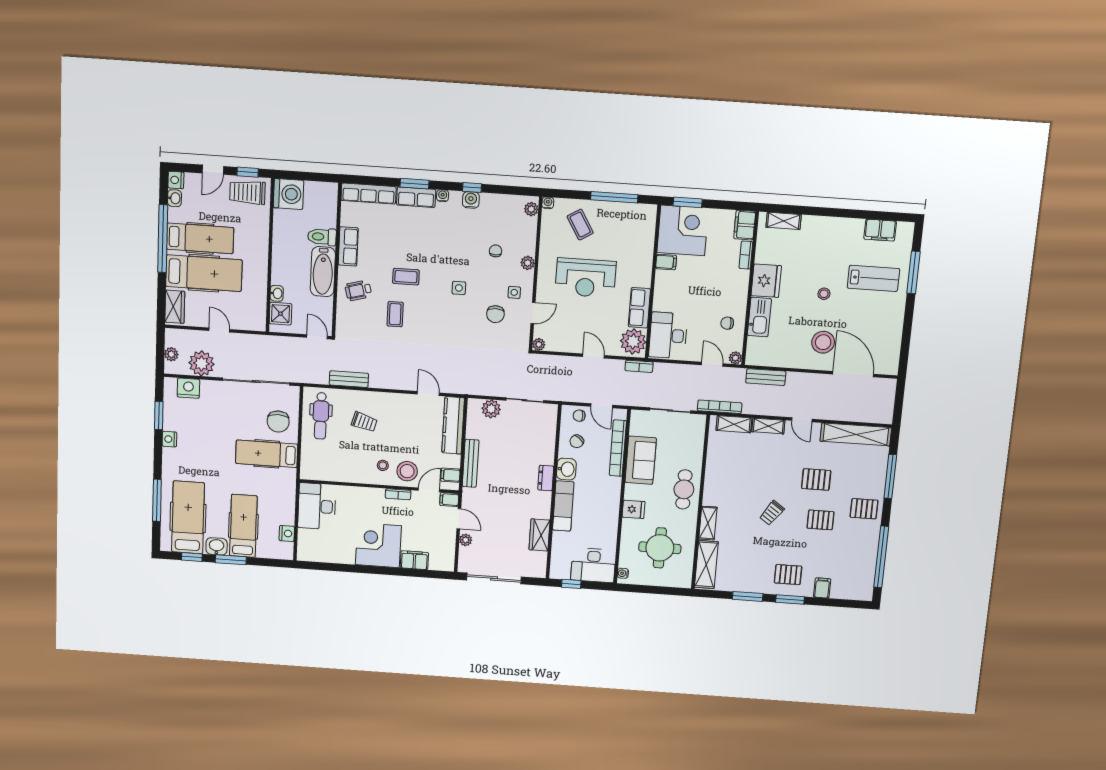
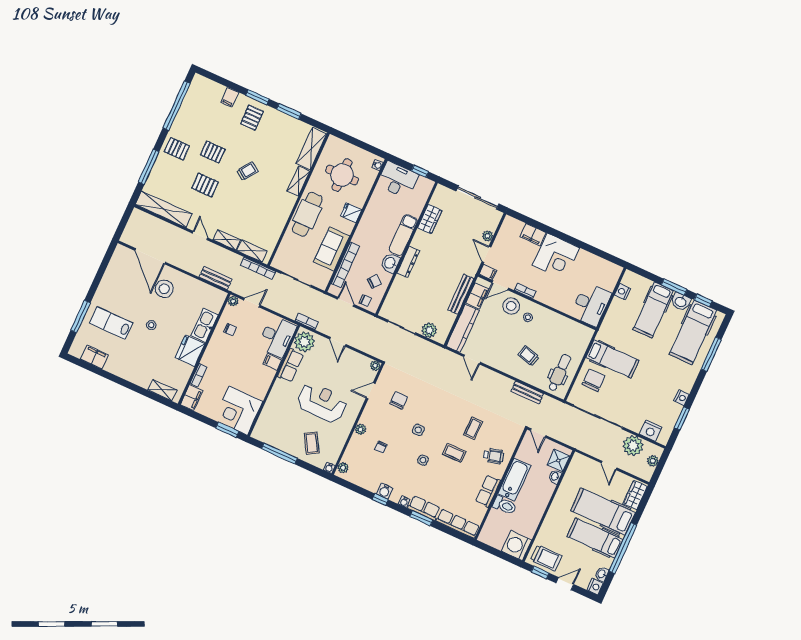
filing cabinet: (666, 262) -> (272, 362), moved
side table: (514, 292) -> (423, 460), moved
door: (712, 364) -> (252, 303), swing flipped
filing cabinet: (450, 475) -> (477, 296), width x2.00
dresser: (546, 478) -> (408, 262), width x1.44
cafe table: (684, 489) -> (307, 214), width x1.37, depth x1.35
pallet: (788, 575) -> (252, 118), turned 90

